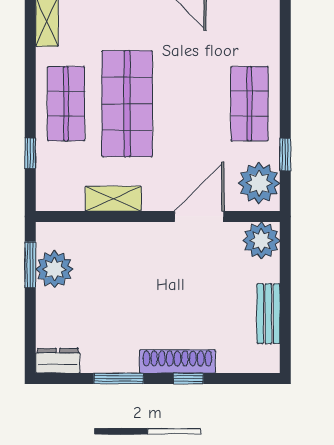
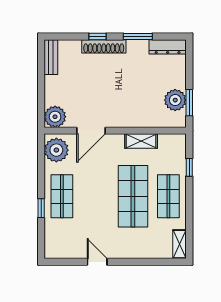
window: (285, 155) -> (41, 208), moved
bench: (268, 314) -> (51, 57), moved
dresser: (58, 361) -> (168, 47), width x1.44

